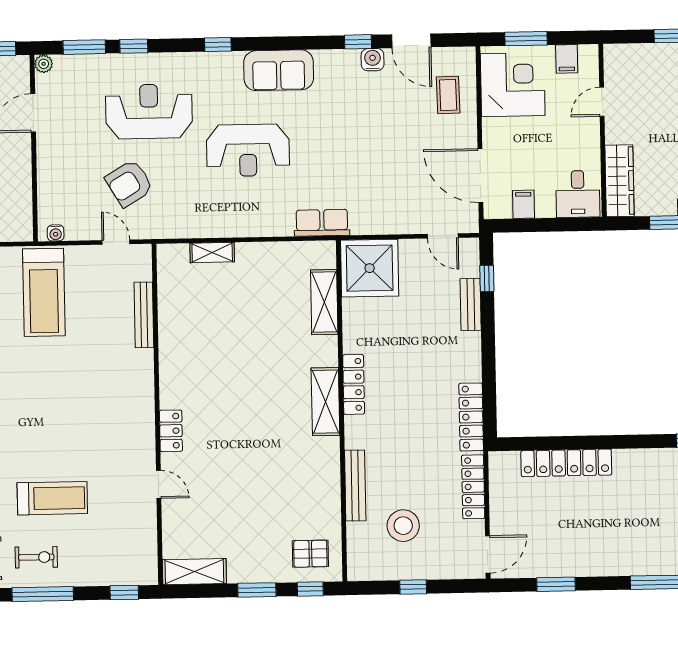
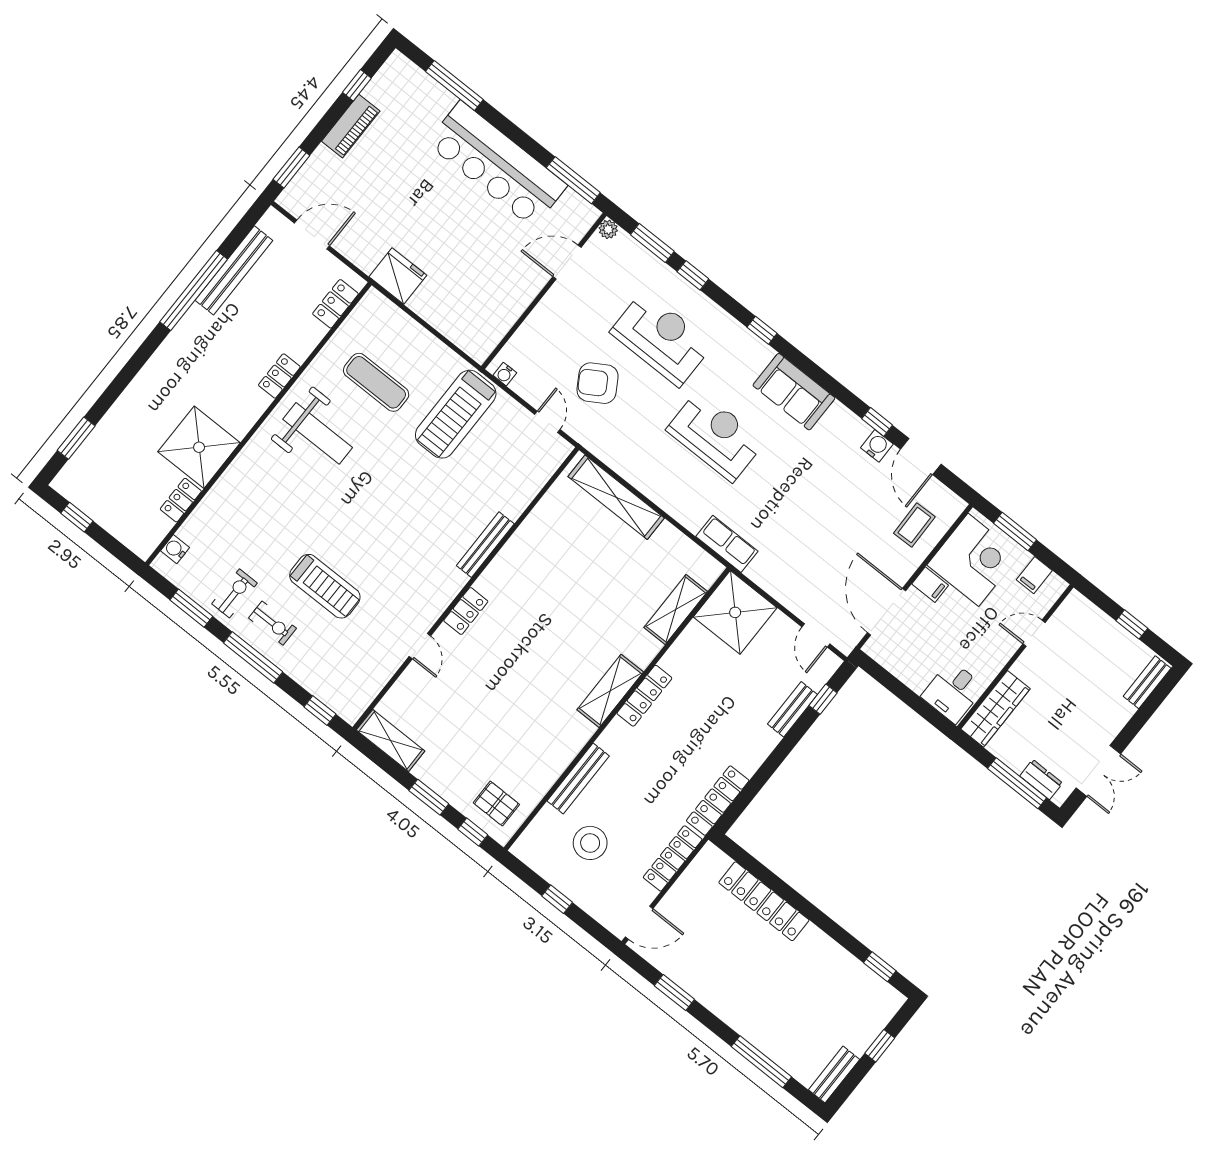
reception desk: (248, 150) -> (716, 436), turned 180
filing cabinet: (523, 204) -> (930, 585), moved, turned 90
shelving: (212, 253) -> (616, 497), width x2.20, depth x1.33
bench: (144, 315) -> (485, 545), moved

